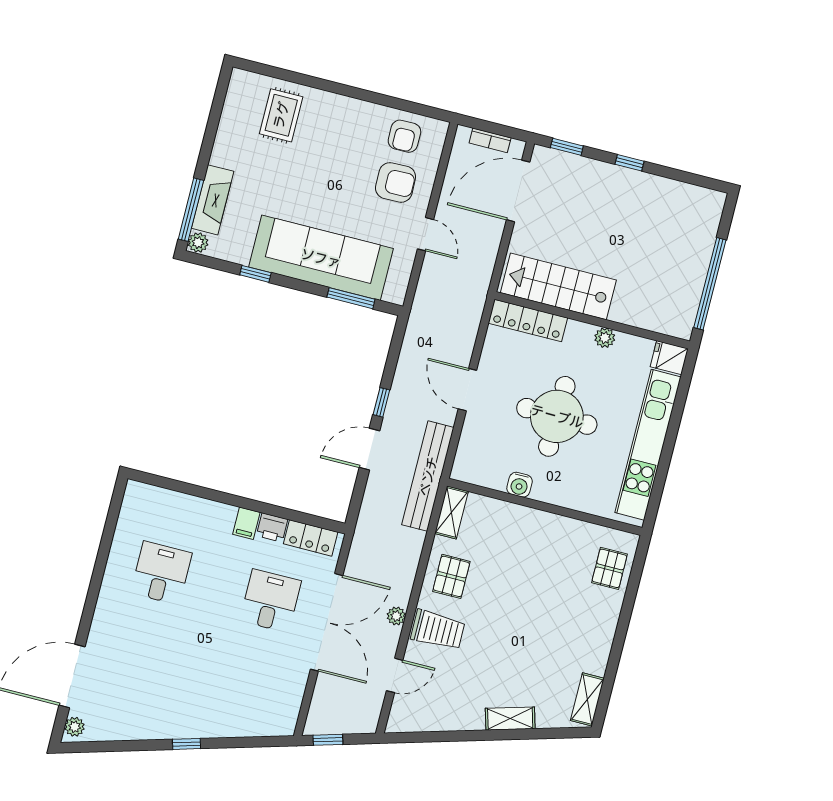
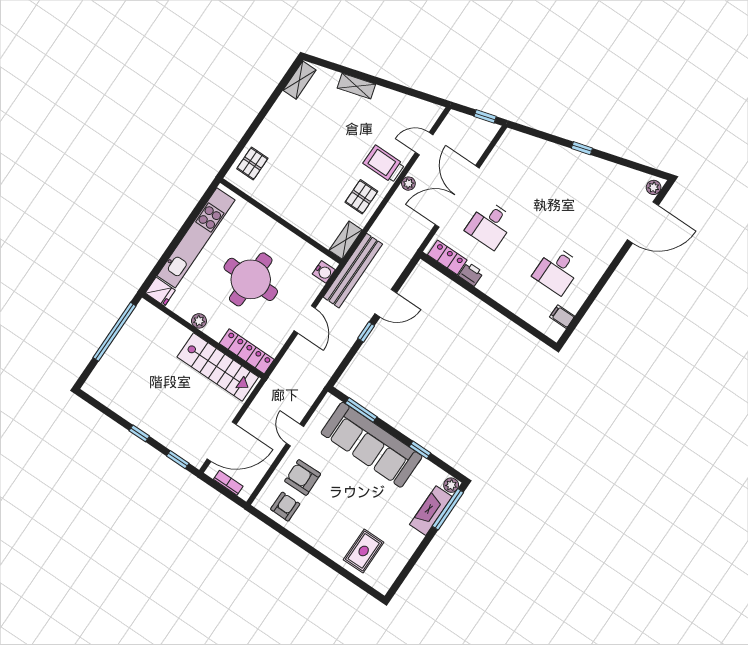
water cooler: (520, 485) -> (324, 272), moved, turned 90
filing cabinet: (246, 523) -> (562, 317), moved, turned -90

